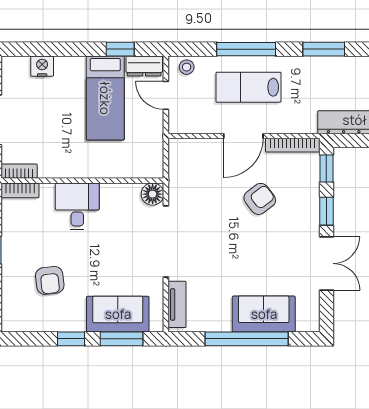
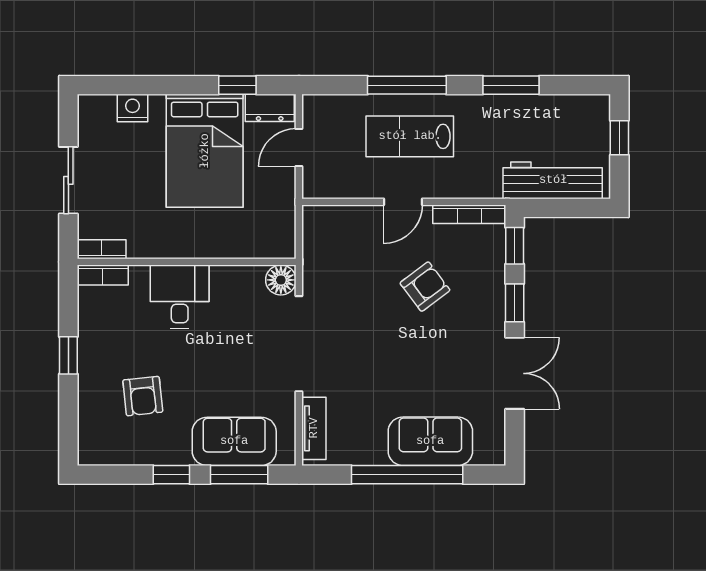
stool: (187, 67) -> (327, 109), removed
door: (166, 95) -> (299, 148), hinge flipped
bed: (105, 98) -> (205, 151), width x1.50
door: (243, 136) -> (403, 202), width x0.73

